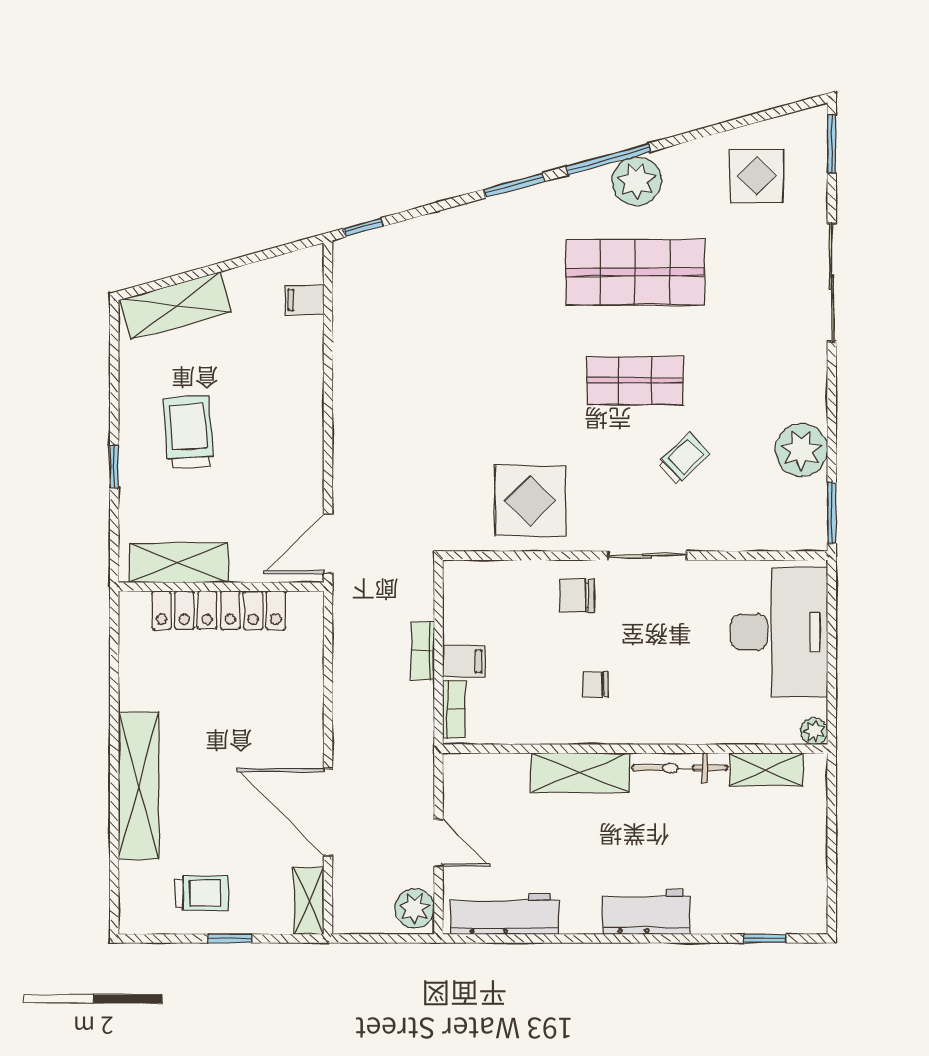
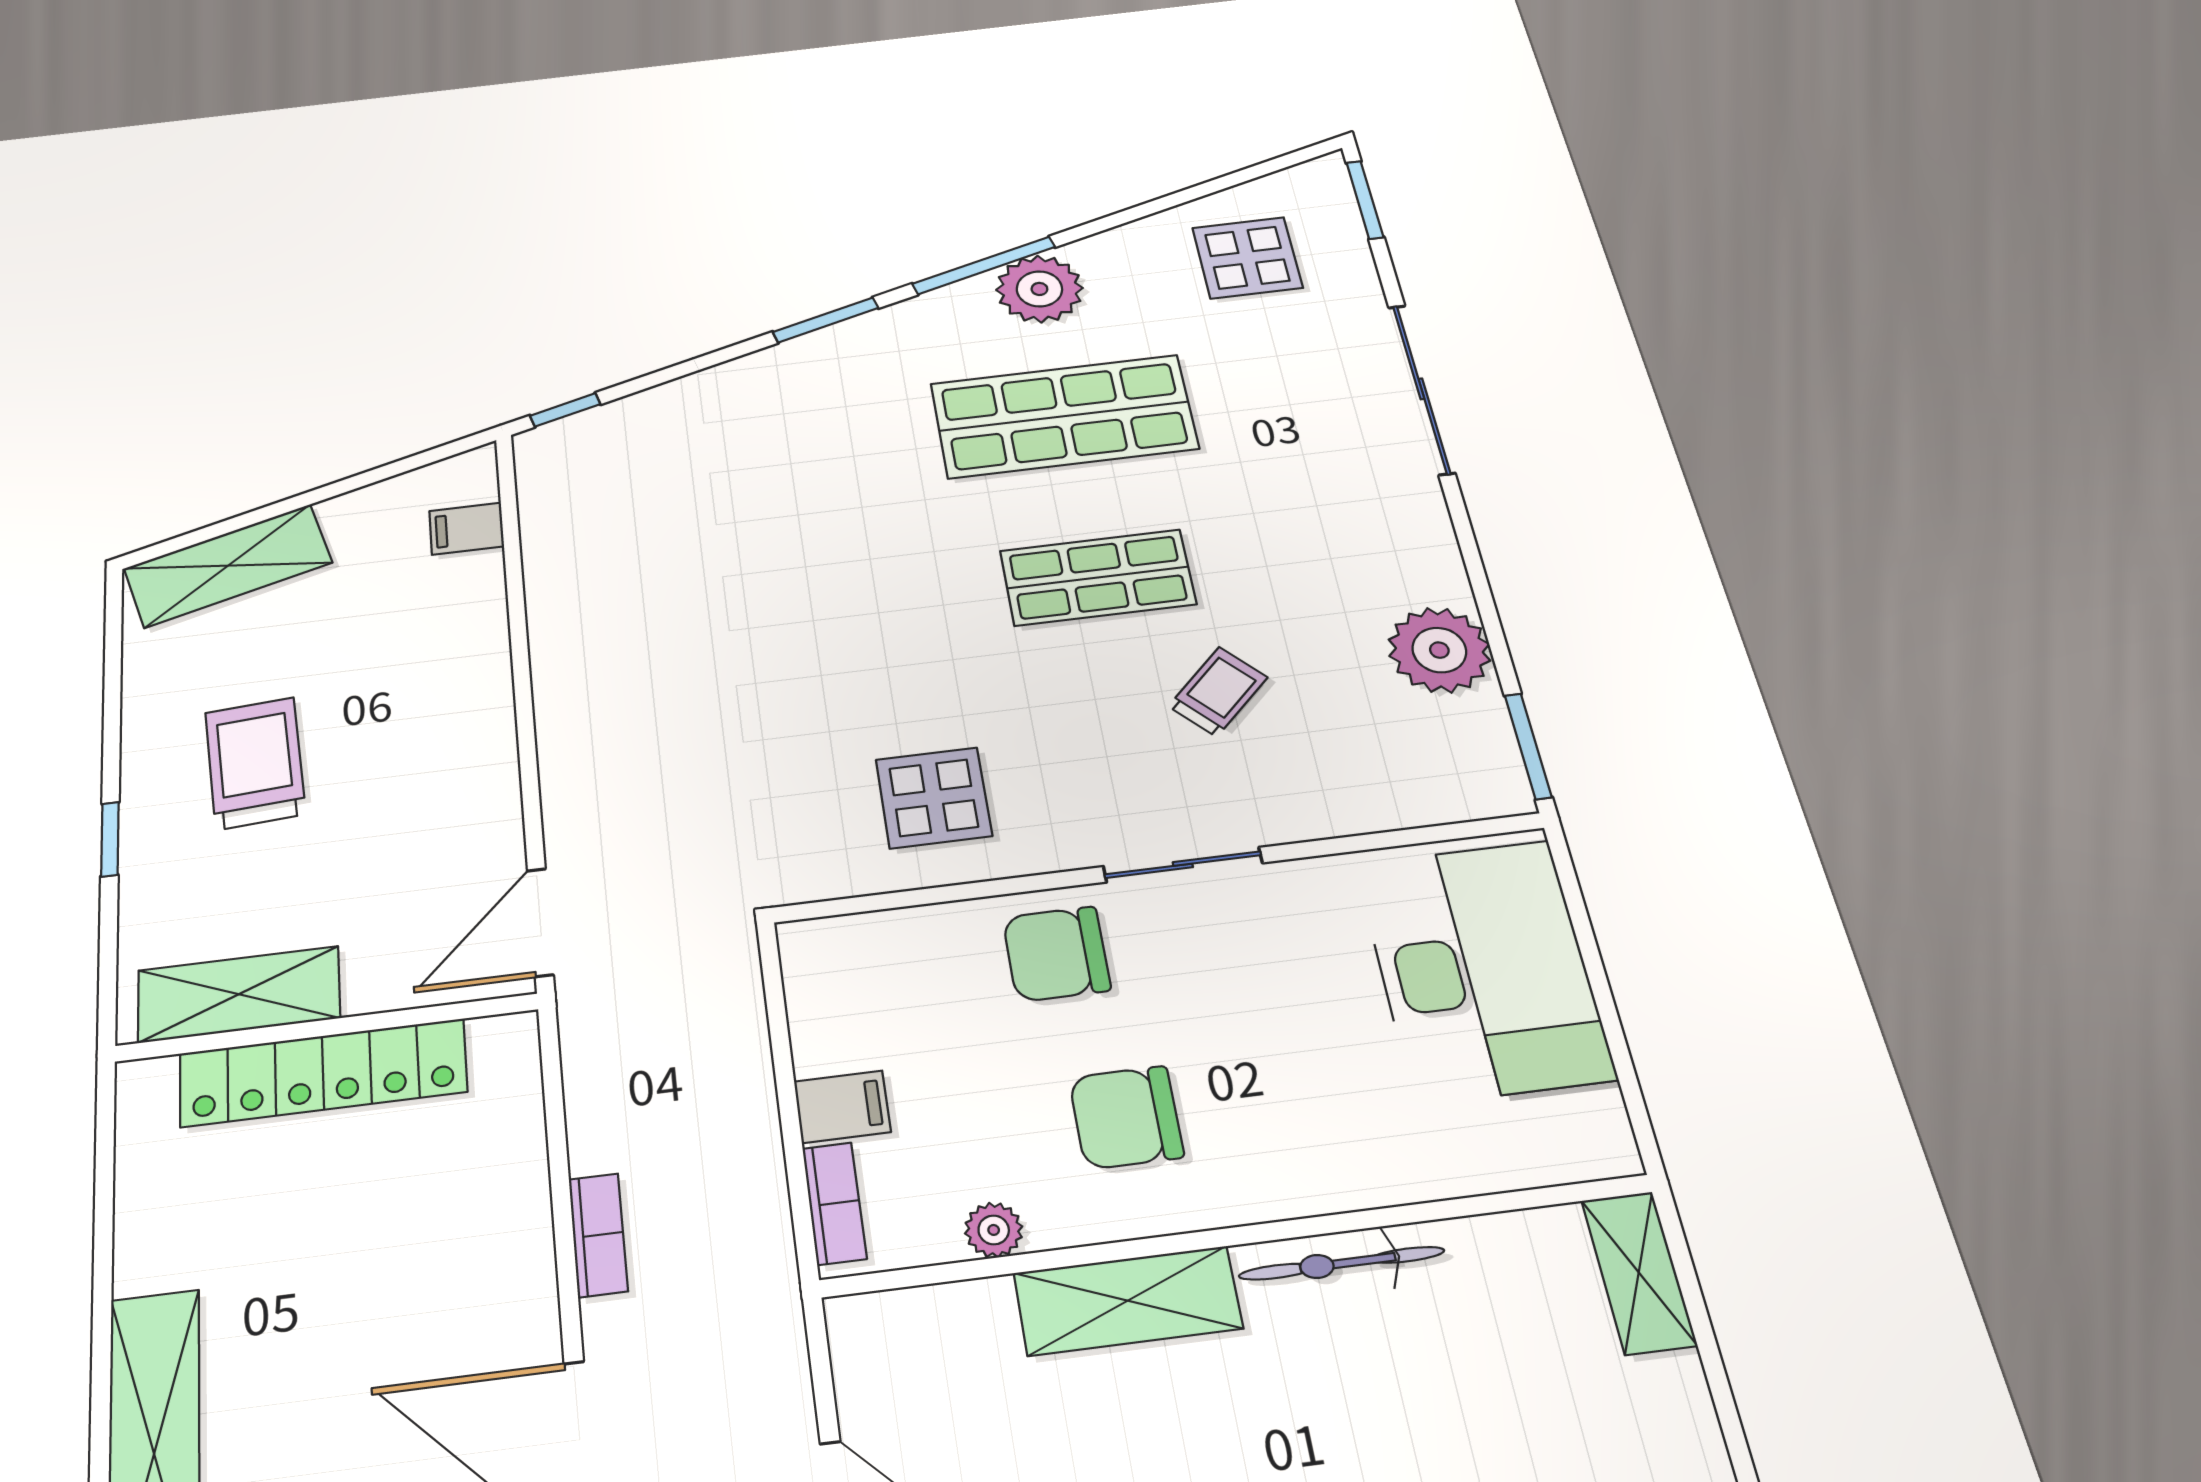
display table: (530, 501) -> (934, 798), width x0.73, depth x0.73
chair: (577, 596) -> (1056, 954), width x1.37, depth x1.37
bookcase: (423, 651) -> (598, 1235), moved, turned 180
chair: (596, 684) -> (1126, 1117), width x1.87, depth x1.87
plant: (814, 731) -> (994, 1230), moved
shelving: (767, 769) -> (1639, 1272), moved, turned 90

